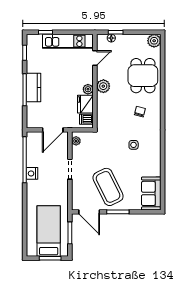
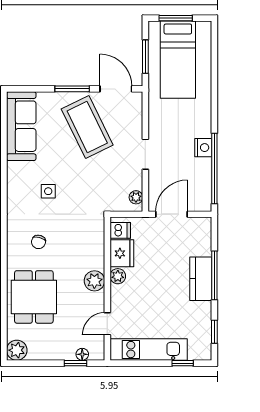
sofa: (151, 193) -> (21, 126), width x1.36

